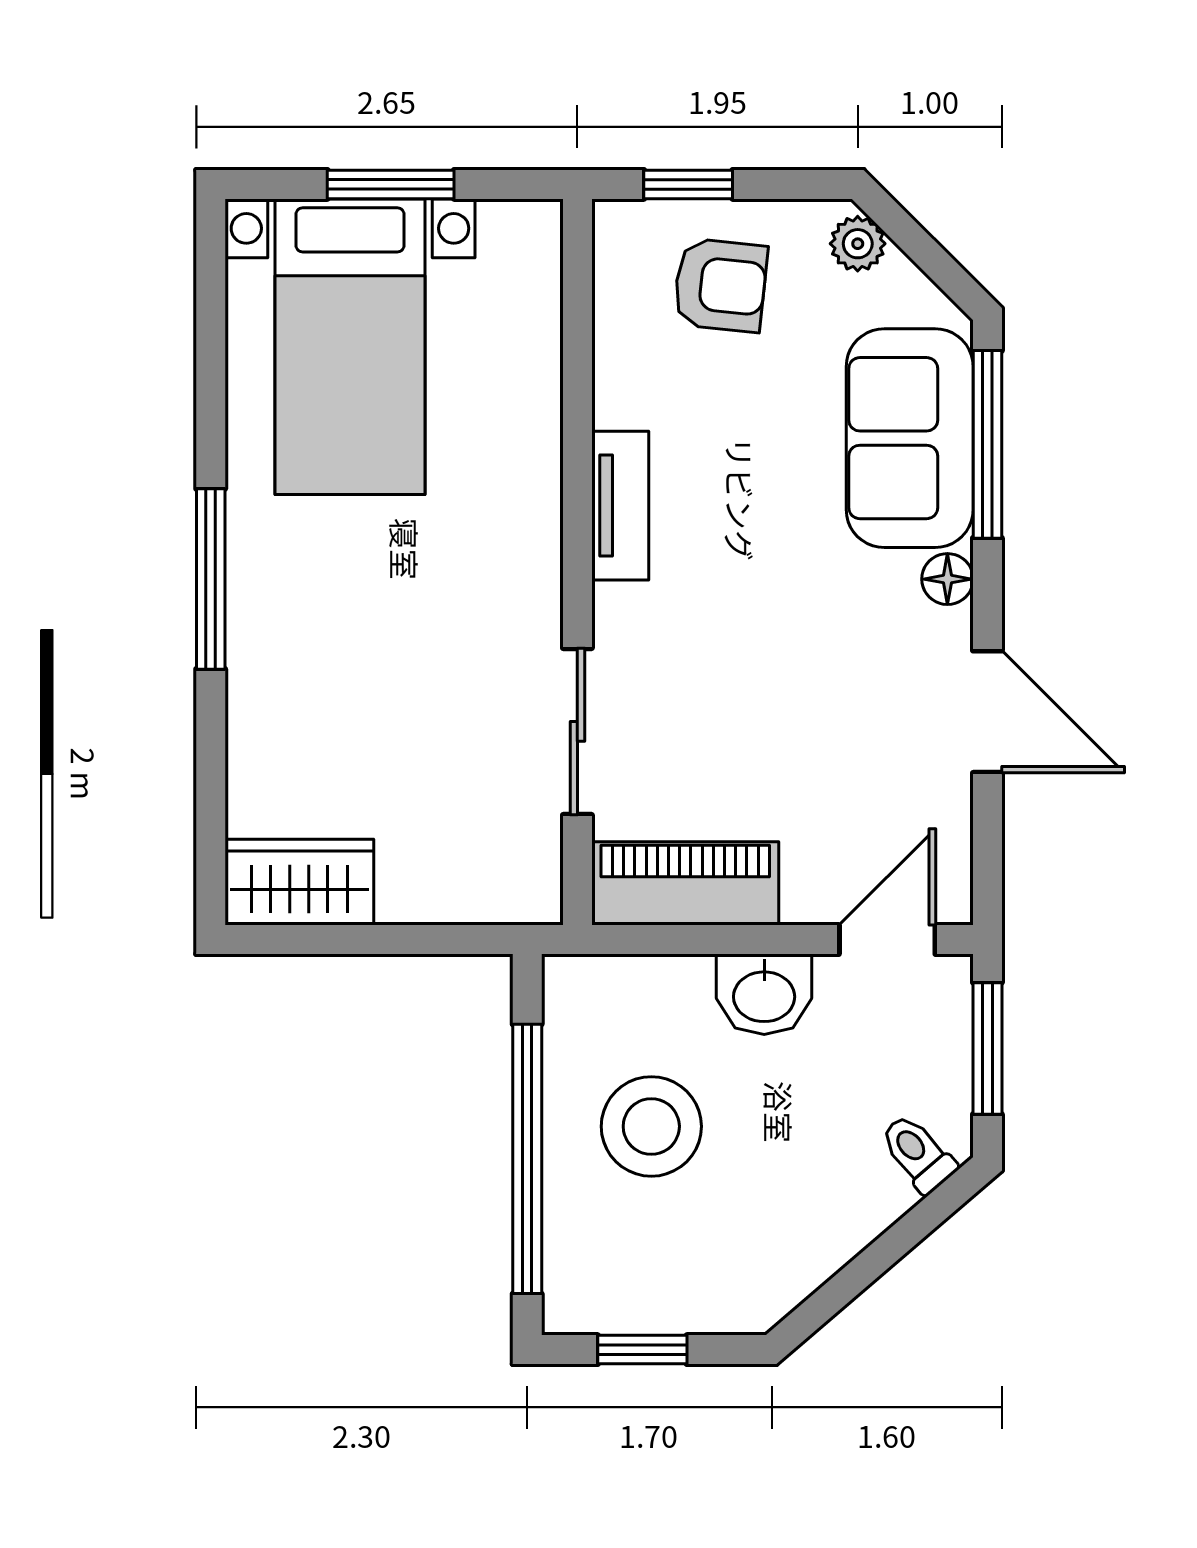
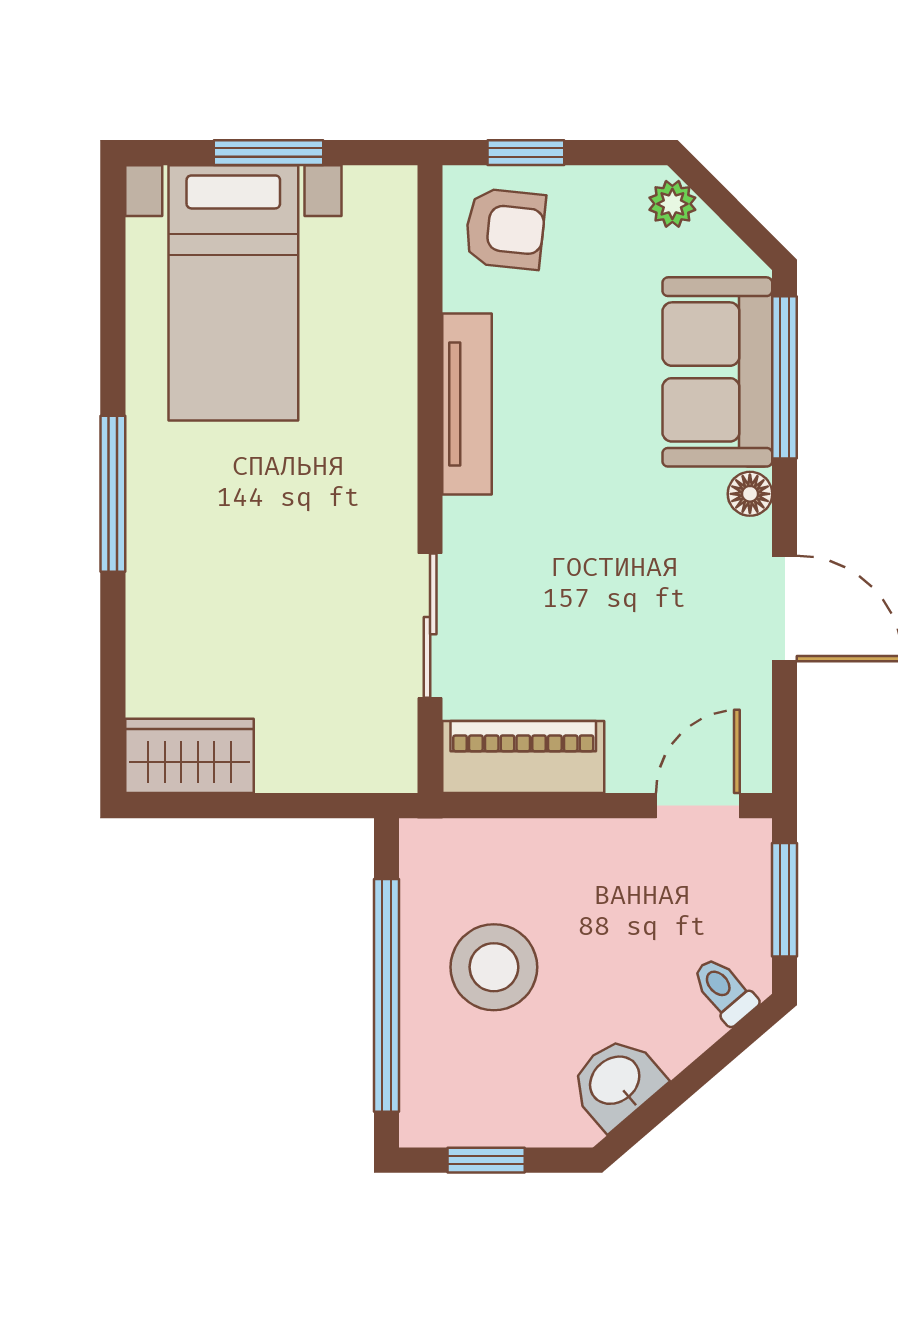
armchair: (720, 285) -> (505, 229), moved
tv unit: (620, 506) -> (467, 404), width x1.41
washbasin: (764, 994) -> (616, 1082), moved, turned 139

